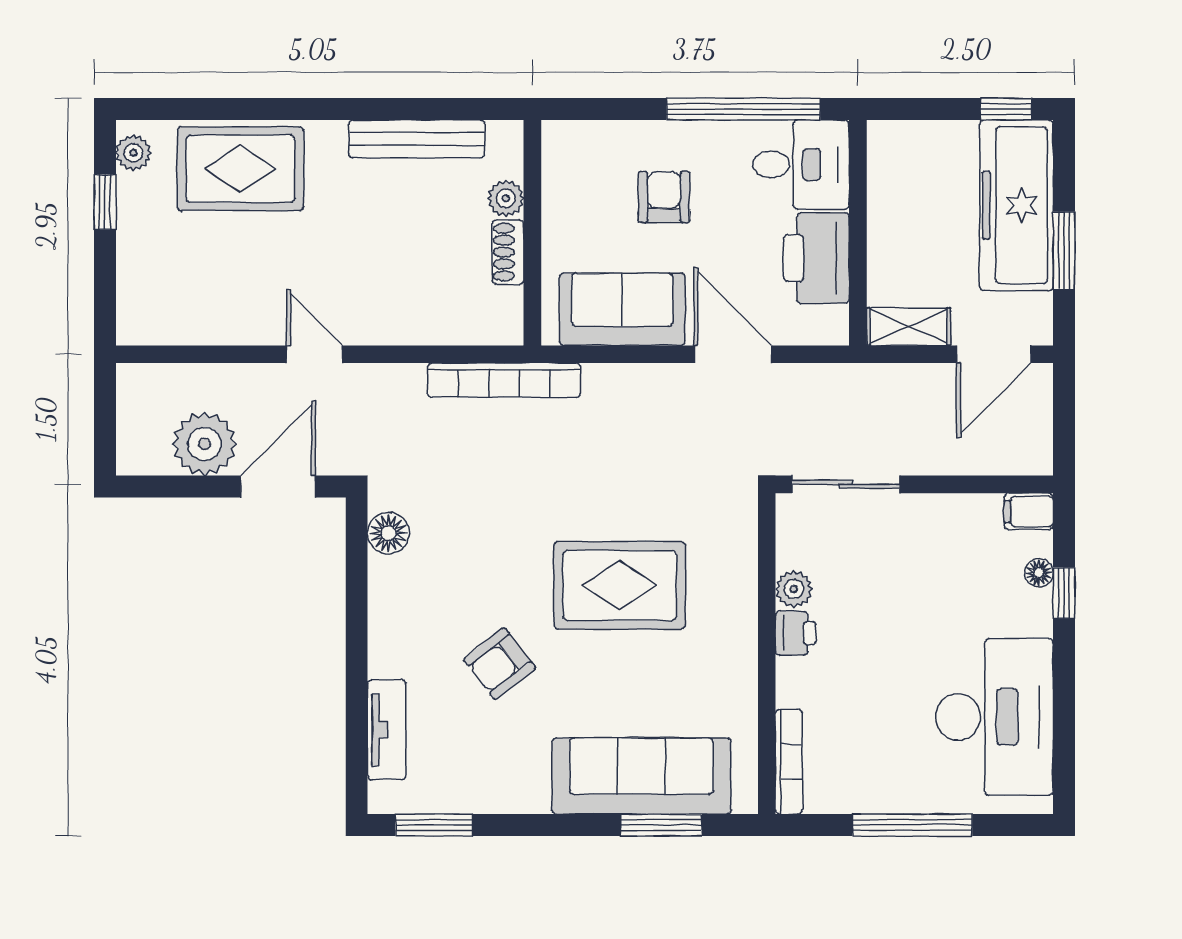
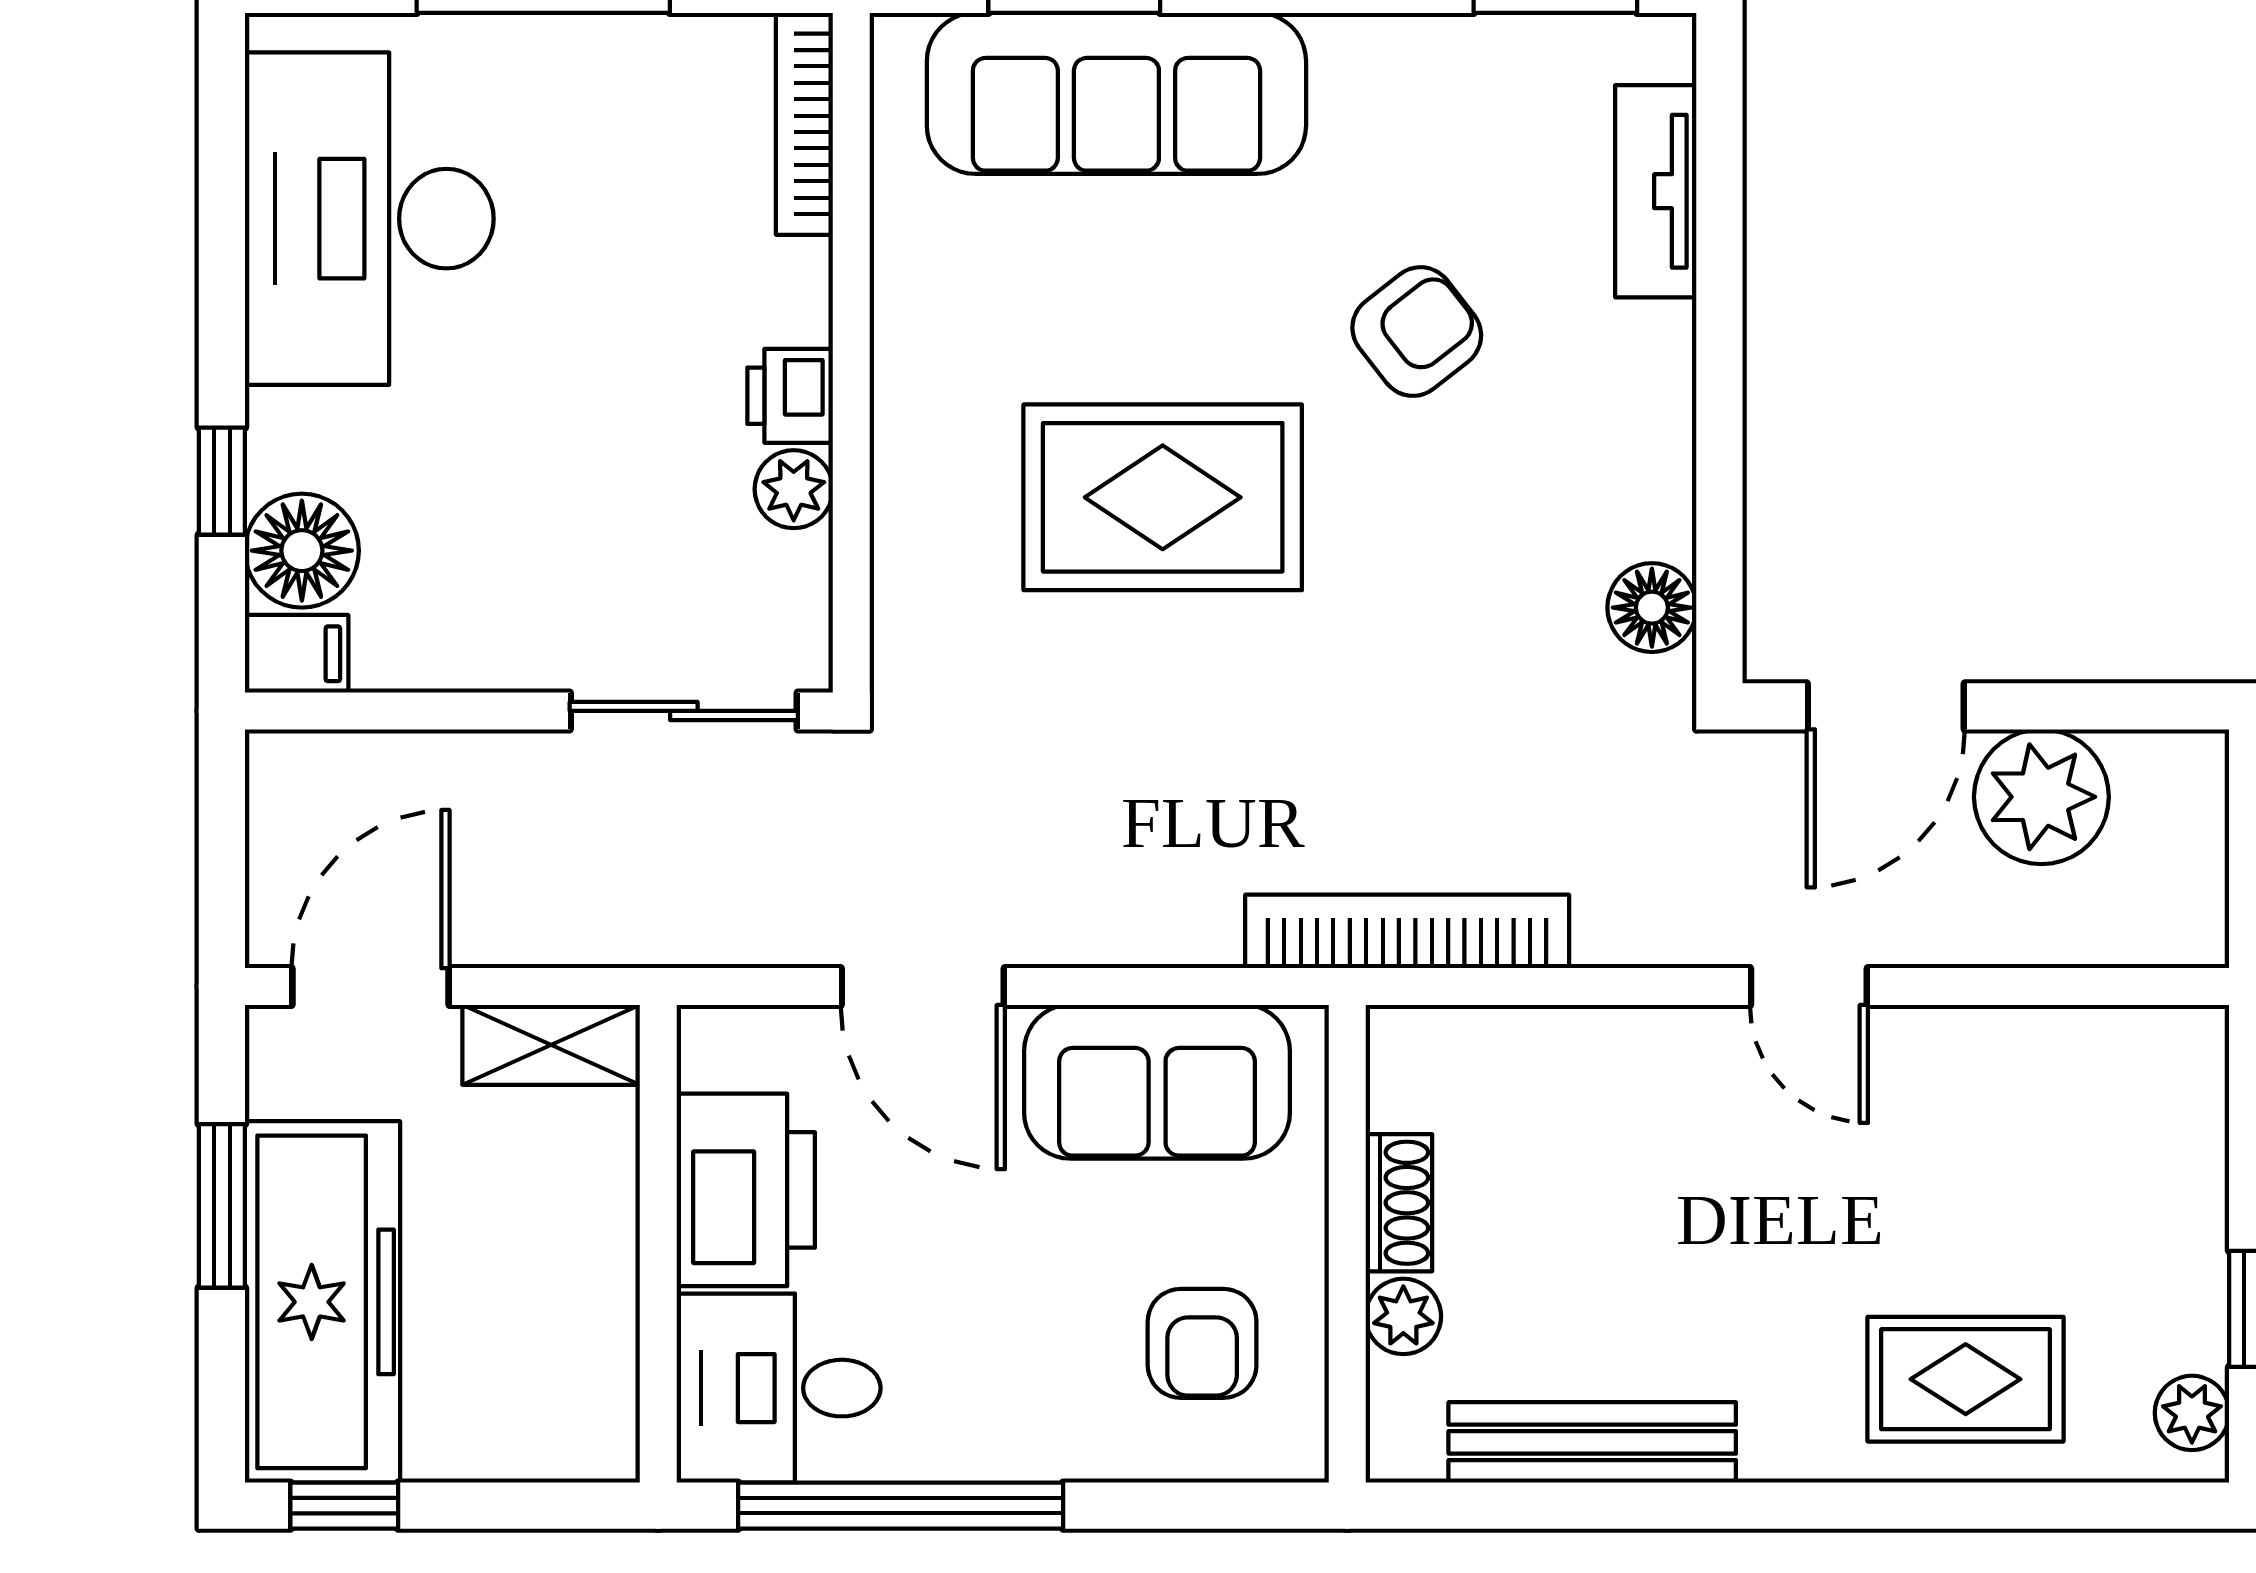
rug: (240, 169) -> (1966, 1379), width x0.73, depth x0.70
armchair: (664, 197) -> (1202, 1343), moved
floor lamp: (1039, 573) -> (302, 551), width x1.89, depth x1.89

